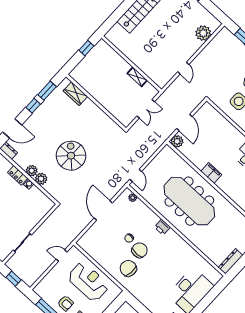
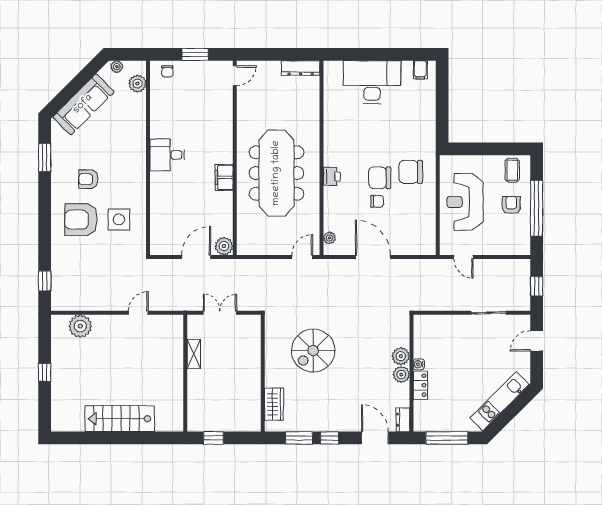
spiral stairs: (71, 156) -> (313, 351), moved
door: (103, 210) -> (373, 257), swing flipped
chair: (128, 268) -> (411, 172), turned 83

